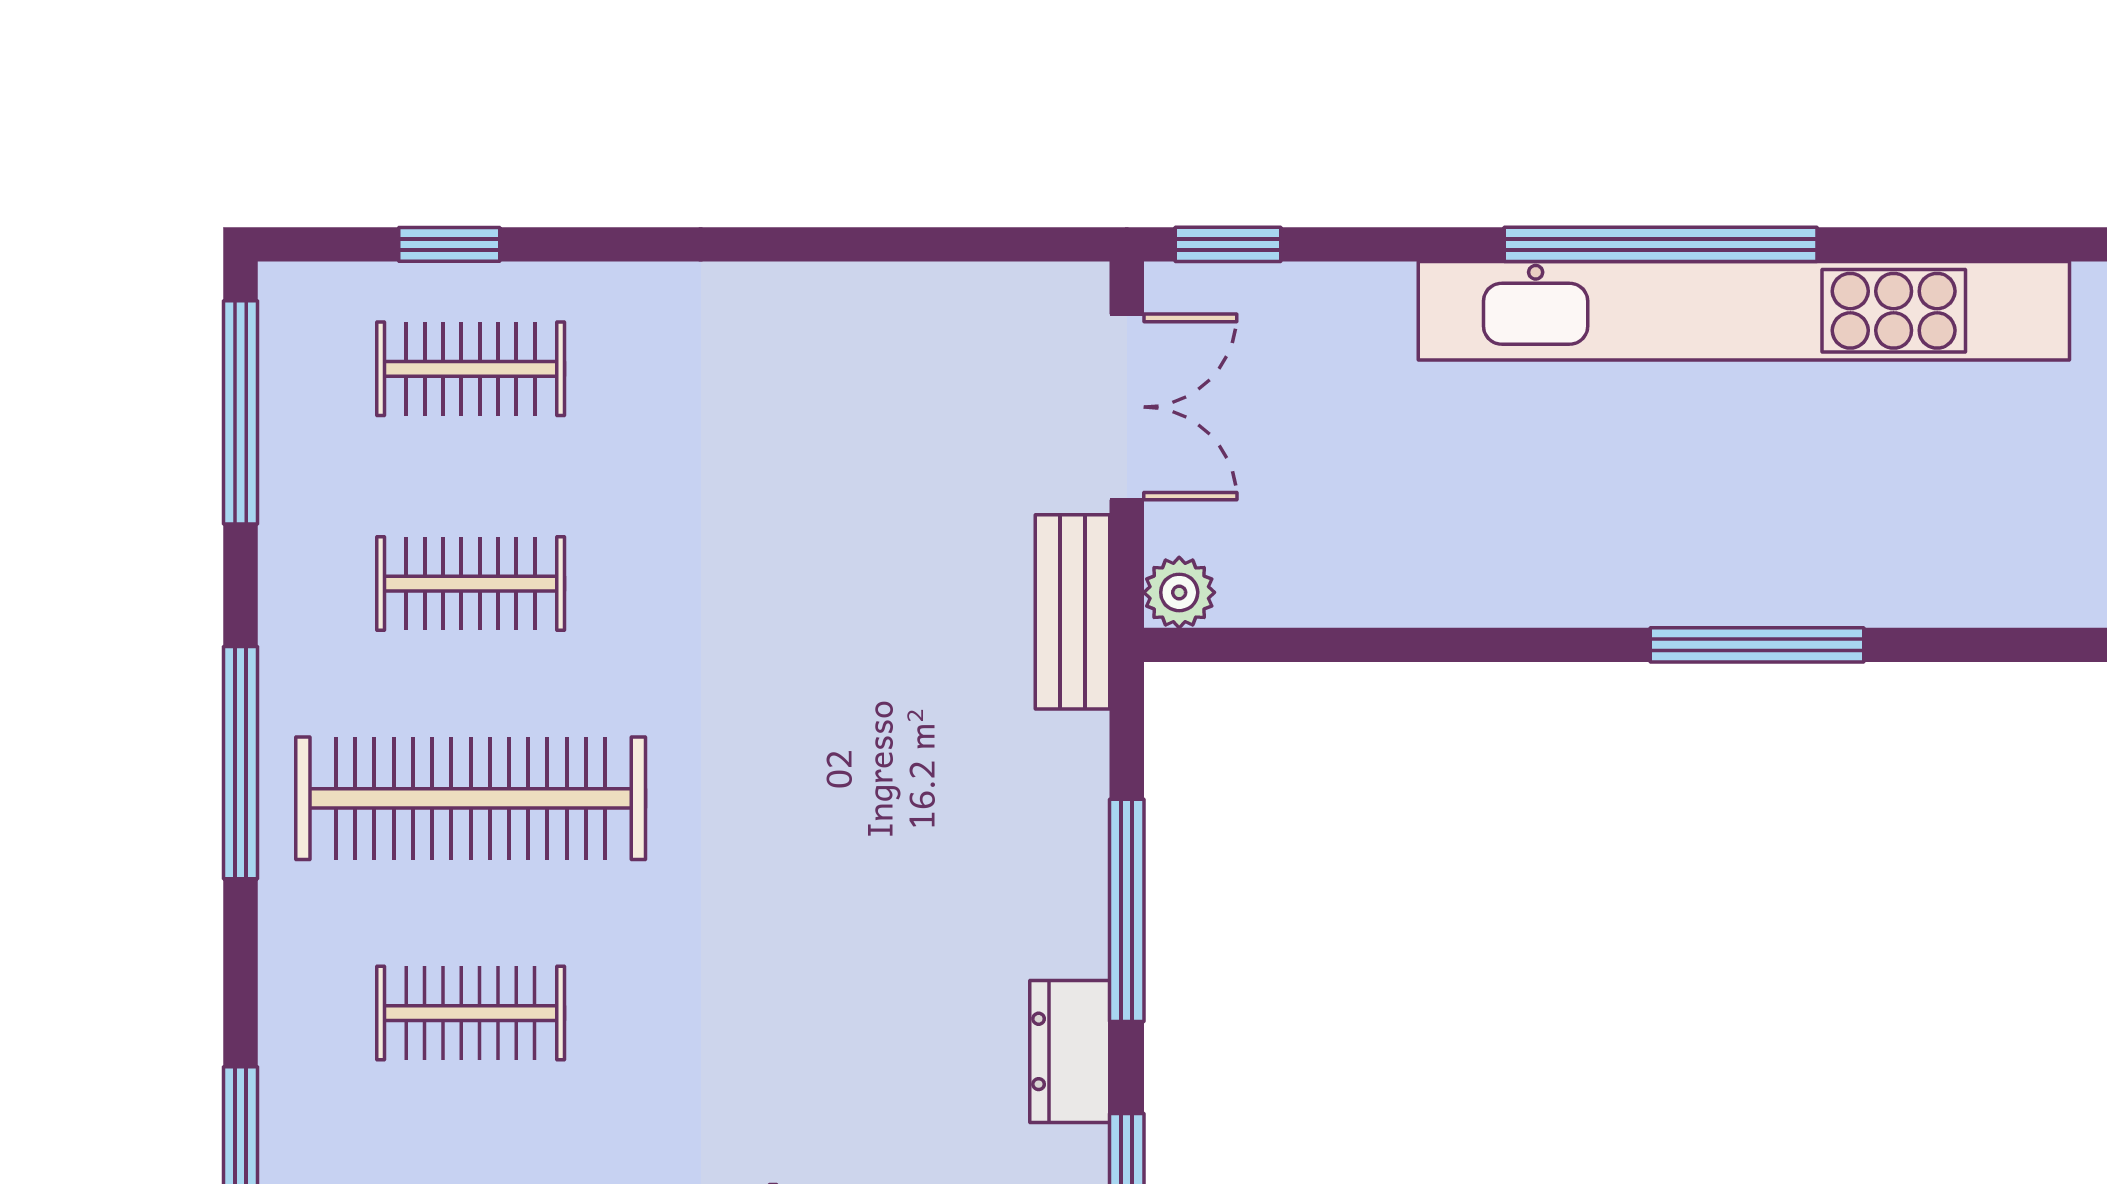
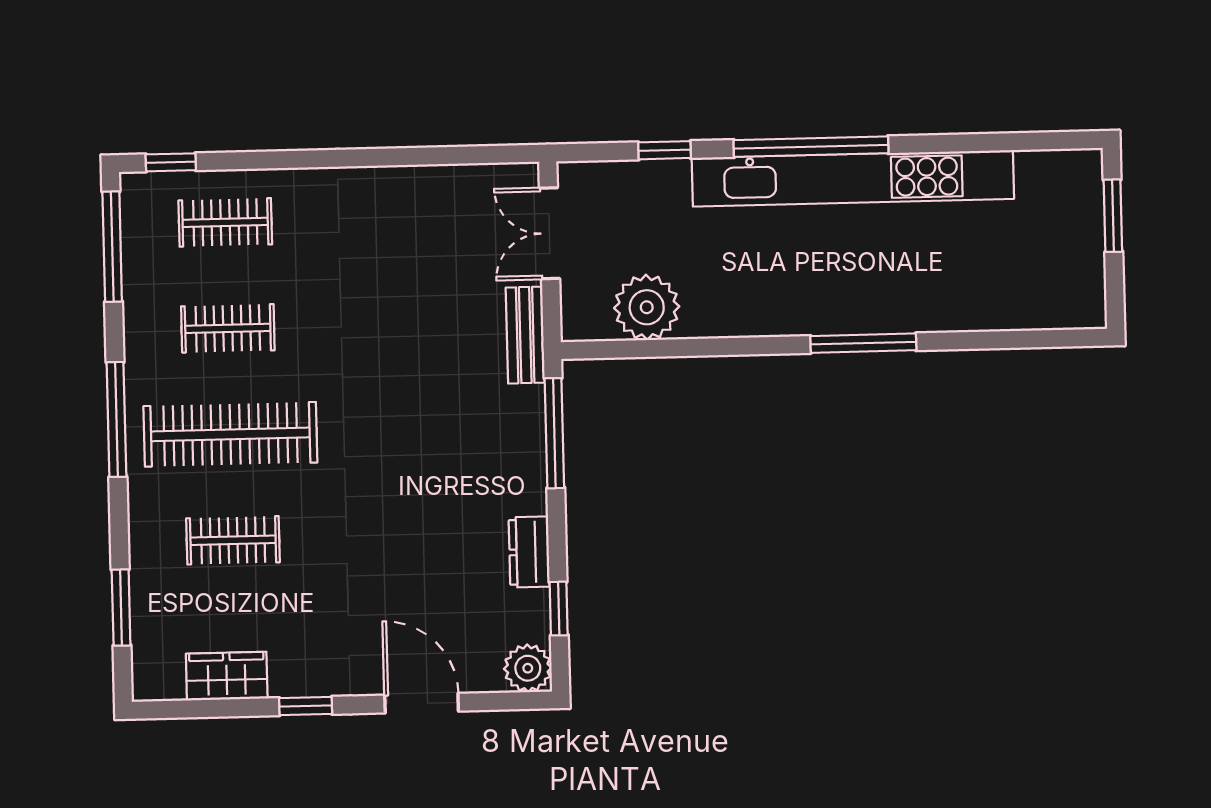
window: (449, 244) -> (171, 162), moved
window: (1228, 244) -> (665, 150), moved
double door: (1127, 407) -> (550, 233), swing flipped
plant: (1179, 592) -> (647, 307), moved, width x1.88, depth x1.88
window: (1127, 910) -> (554, 433), moved

